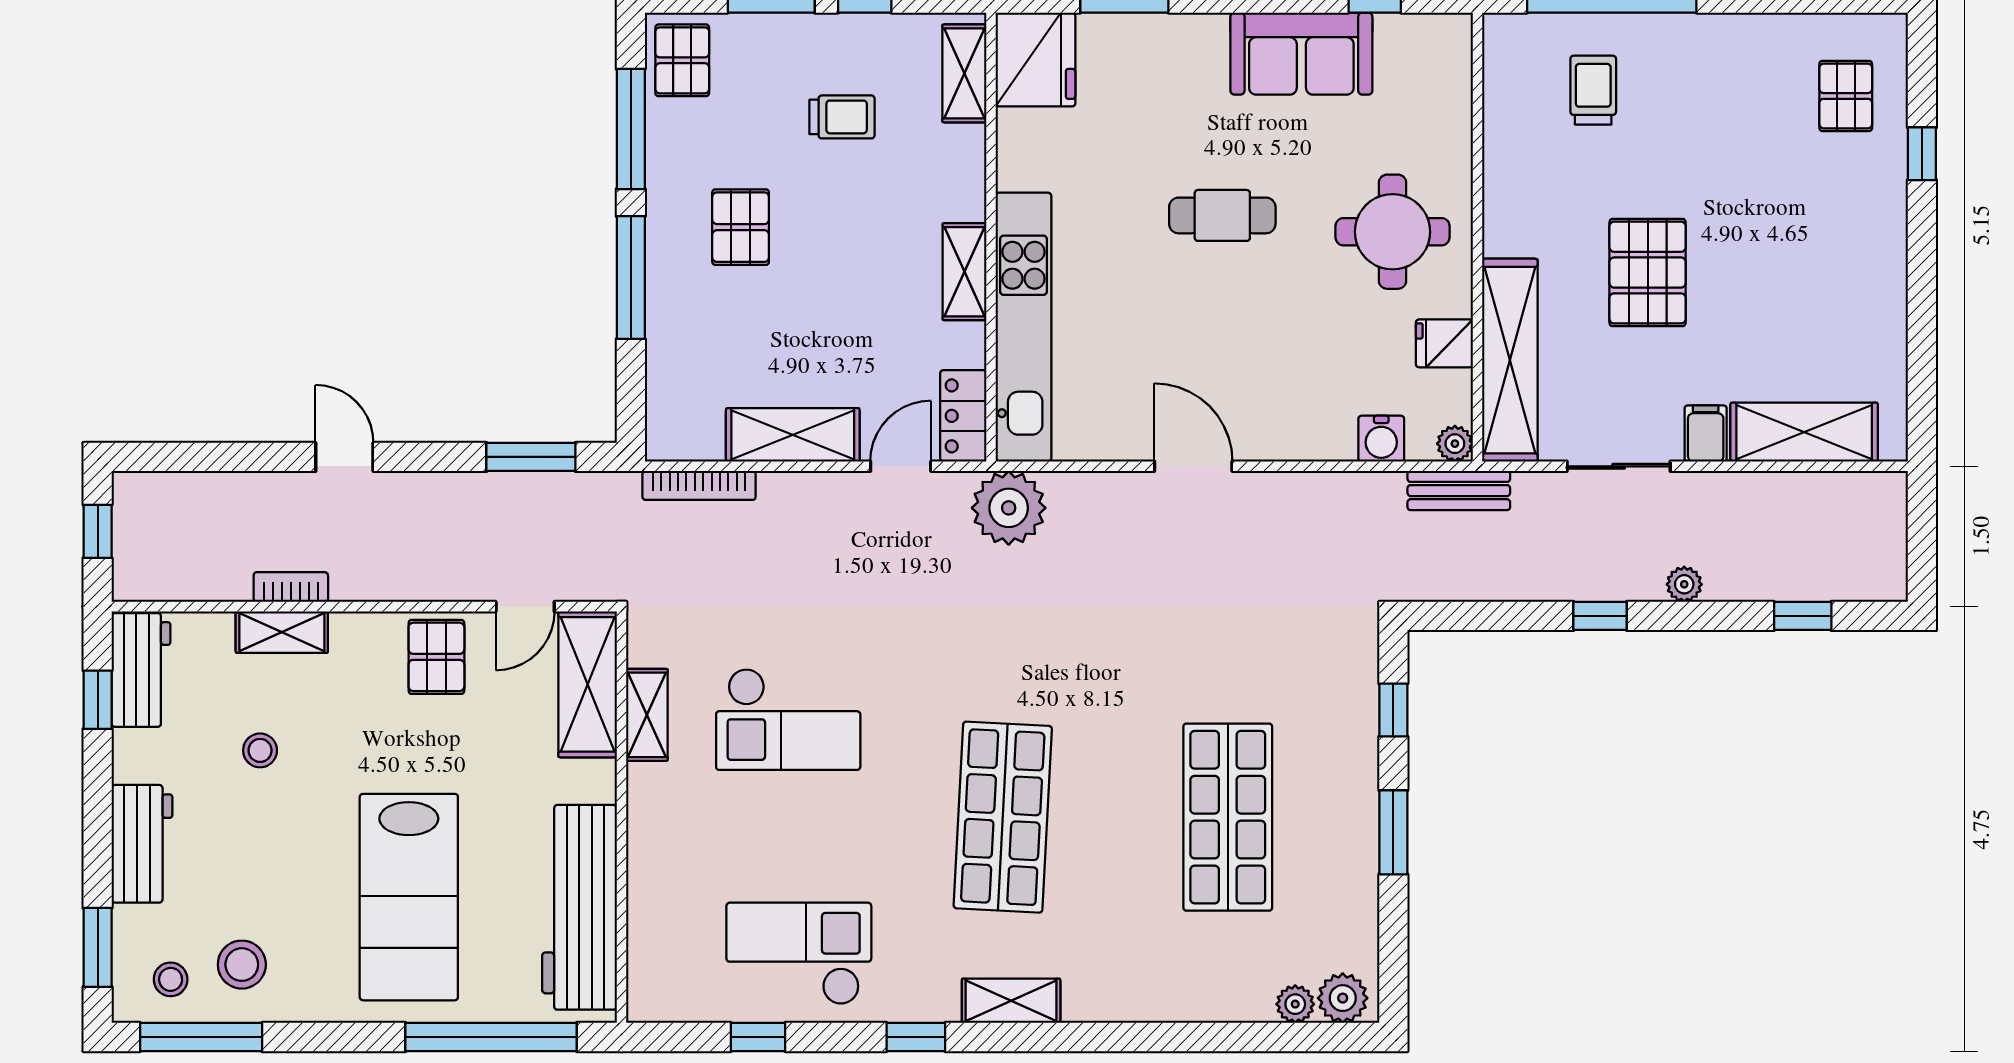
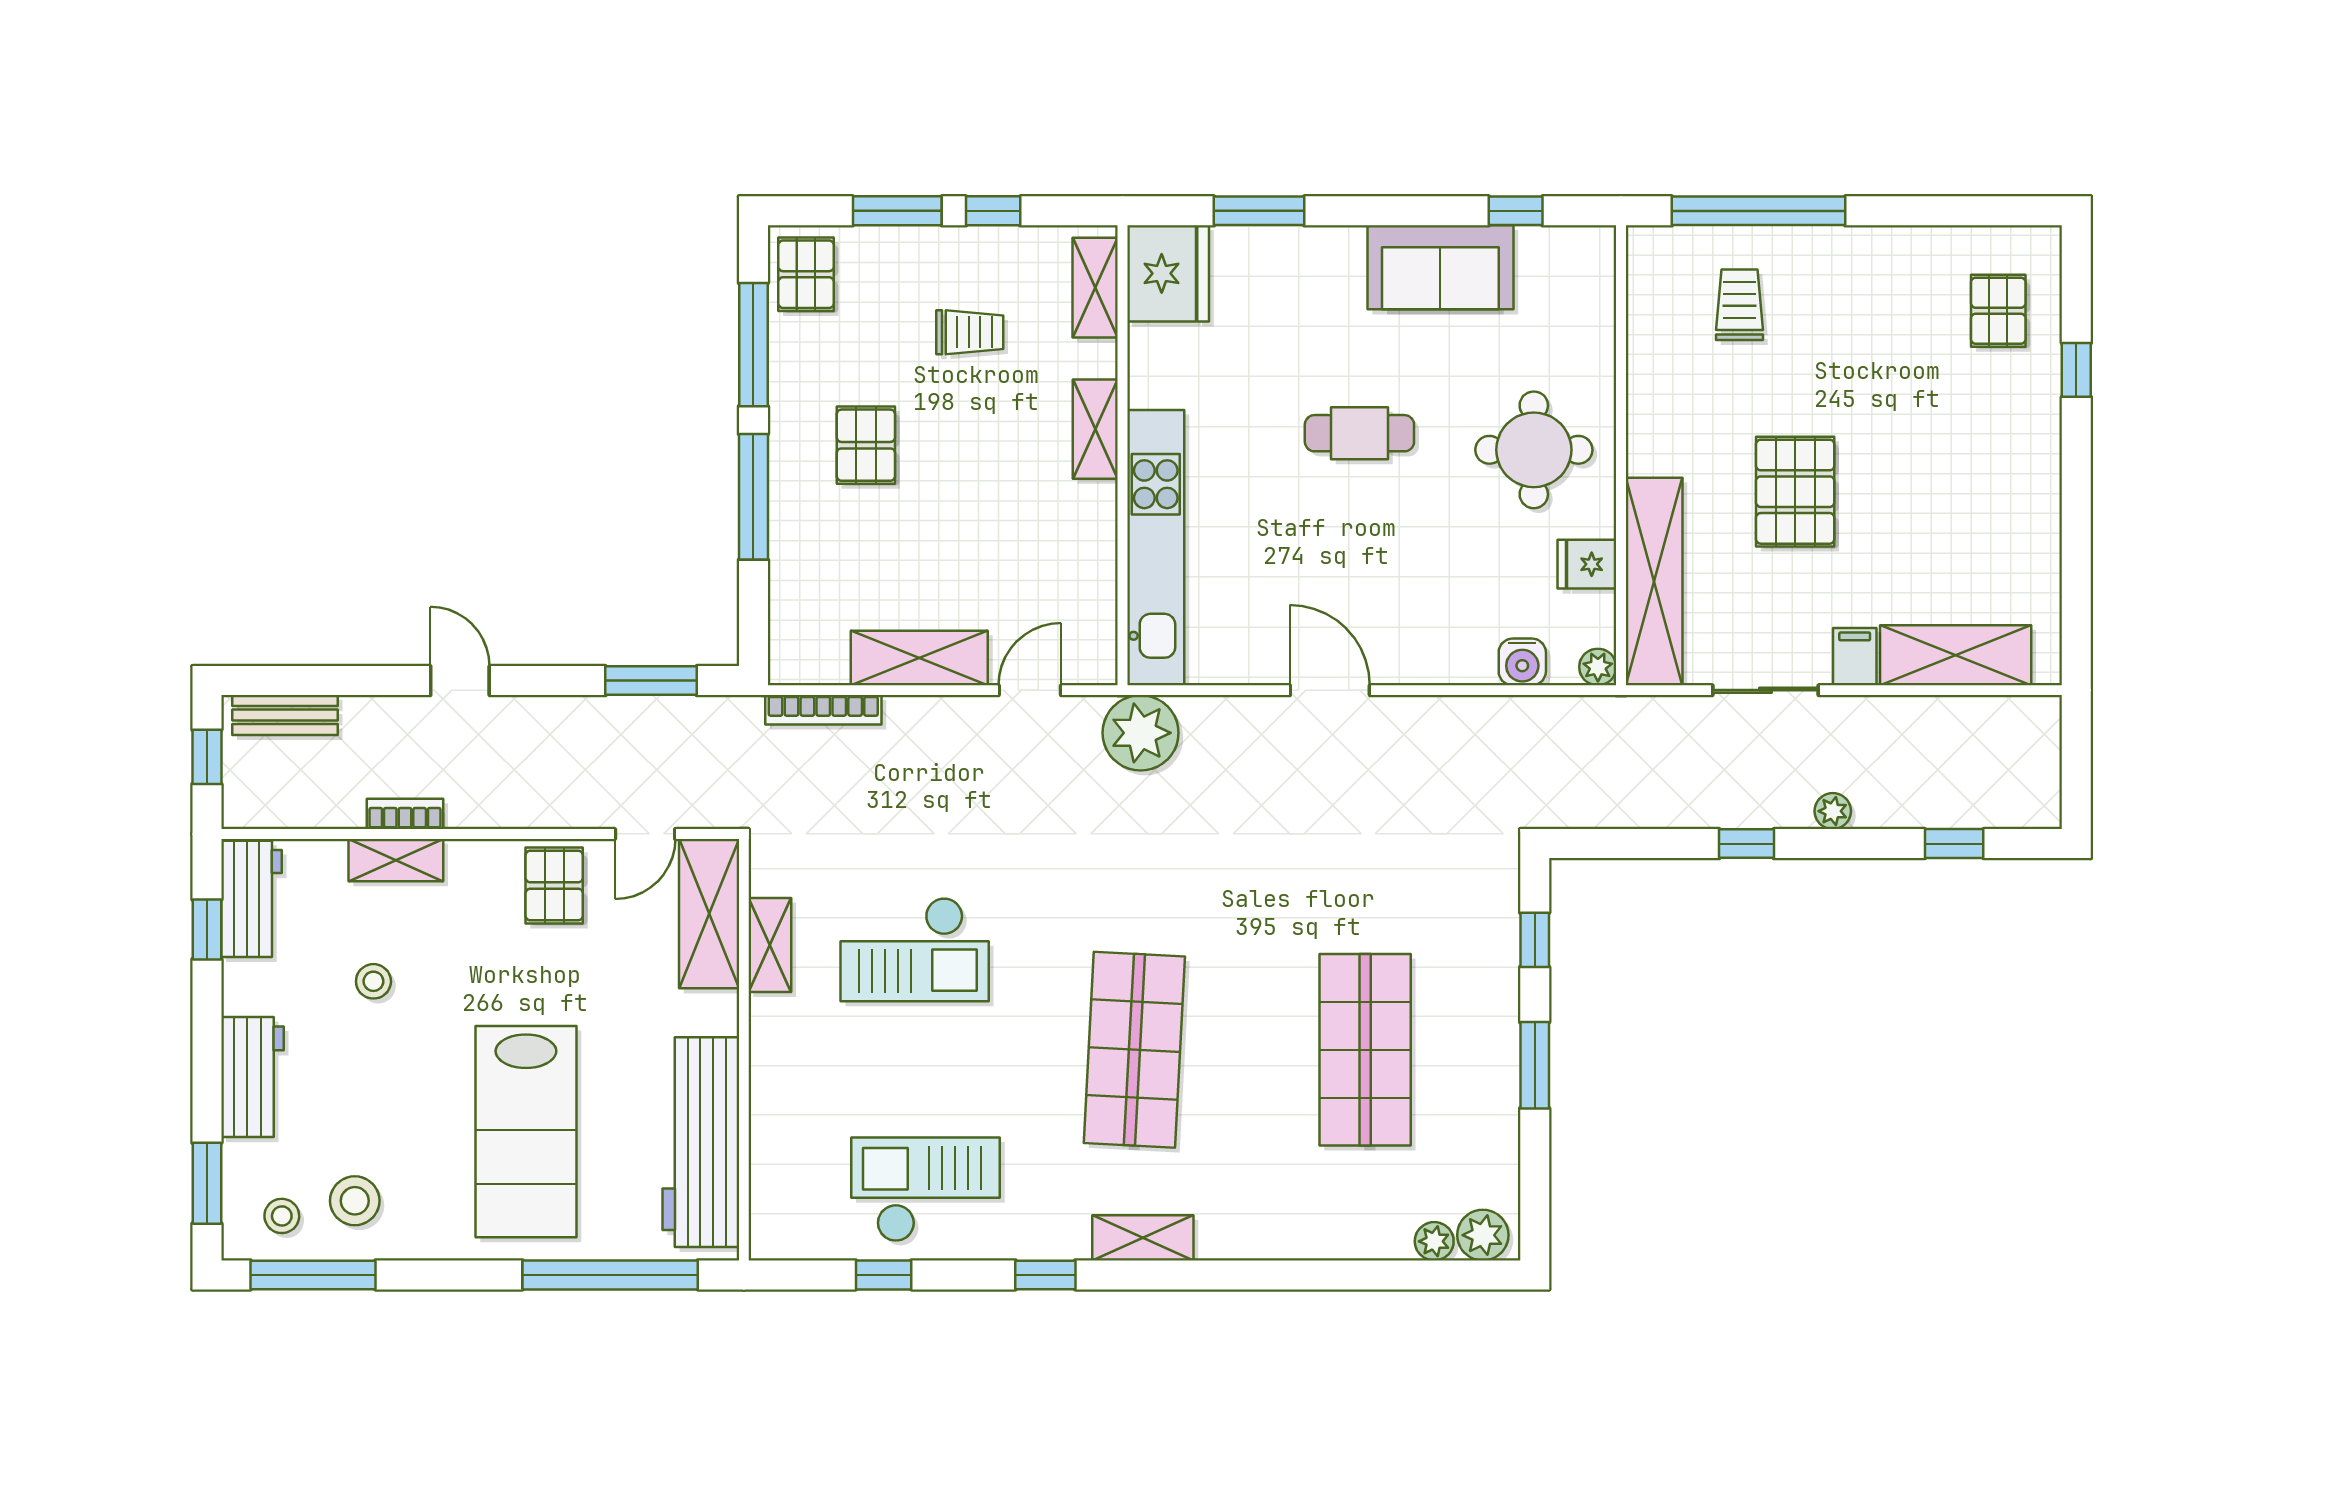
shelving: (965, 272) -> (1095, 429), moved
locker: (963, 416) -> (1094, 639), removed
bench: (1459, 491) -> (285, 715), moved

